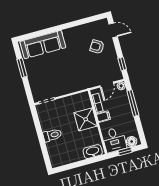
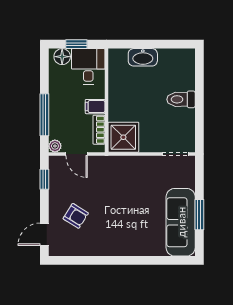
door: (113, 30) -> (44, 234), hinge flipped
sofa: (43, 45) -> (181, 222), moved, turned -90
door: (107, 85) -> (77, 154), swing flipped
shower: (86, 119) -> (123, 137), moved
washbasin: (93, 152) -> (143, 57), moved

